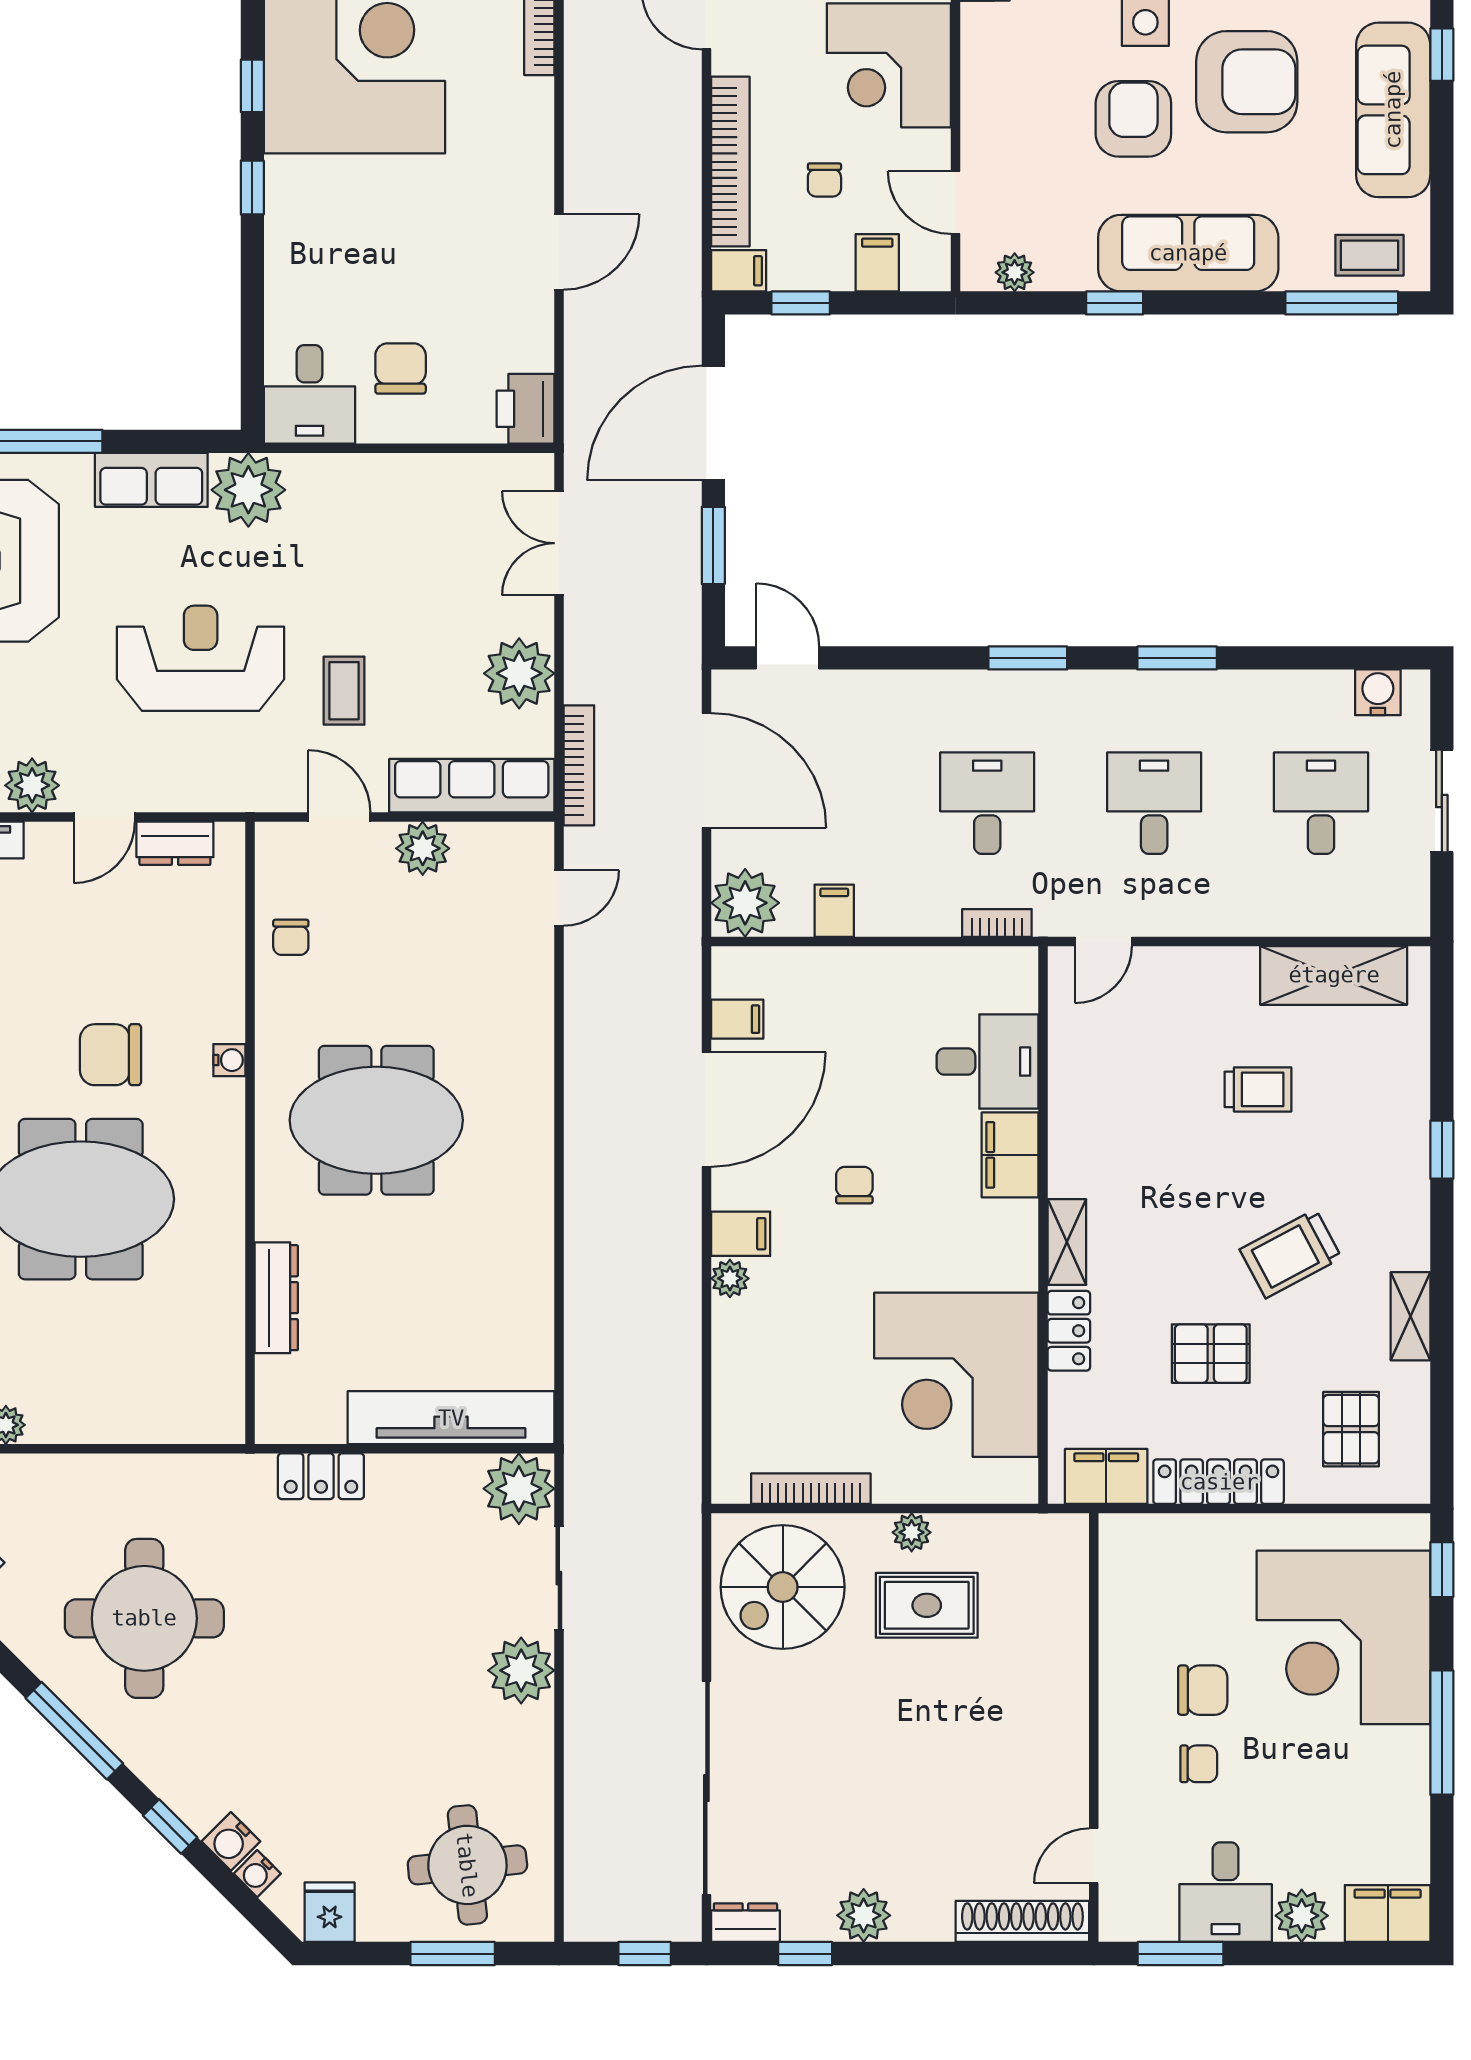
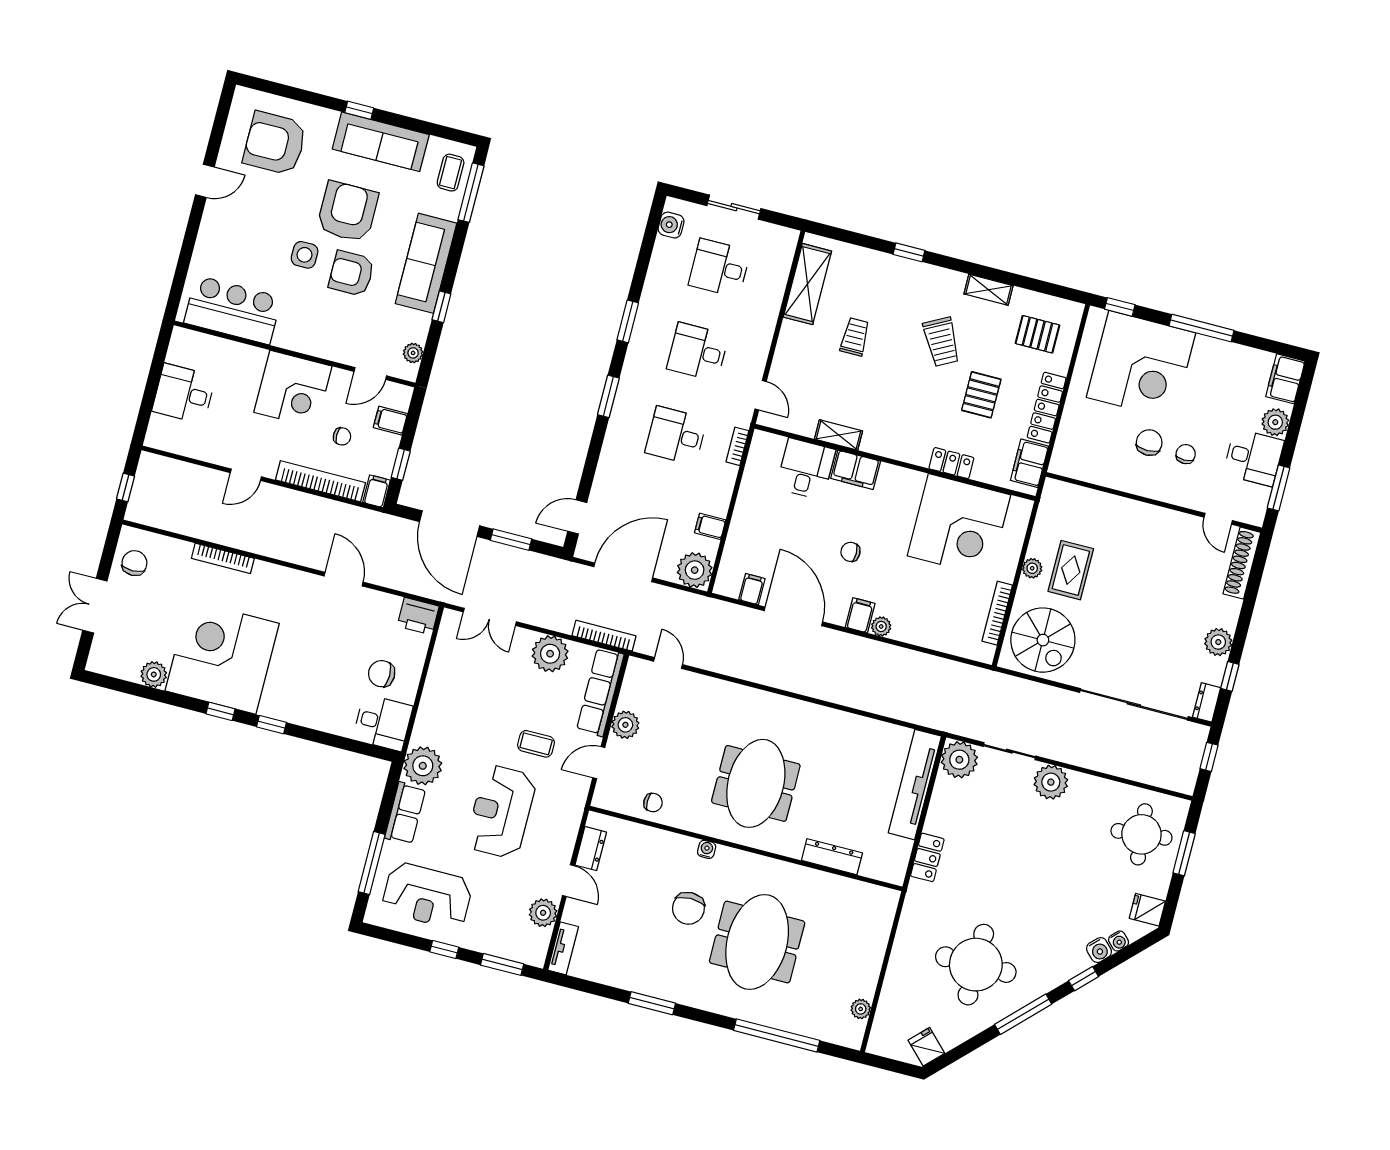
shelving: (1067, 1242) -> (838, 435), moved

